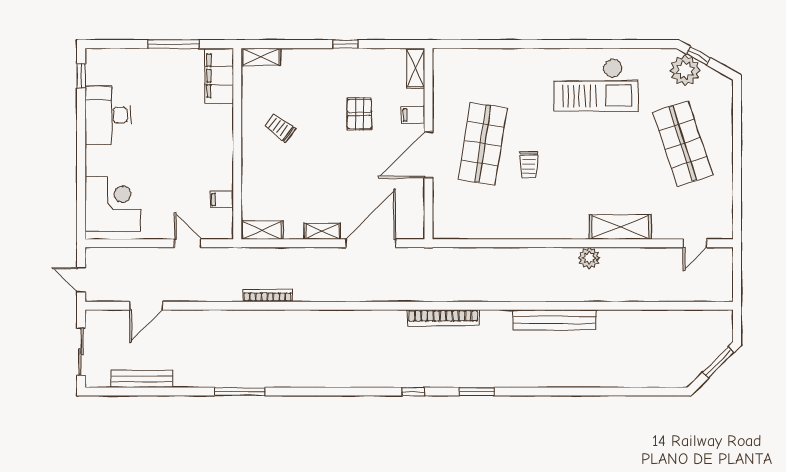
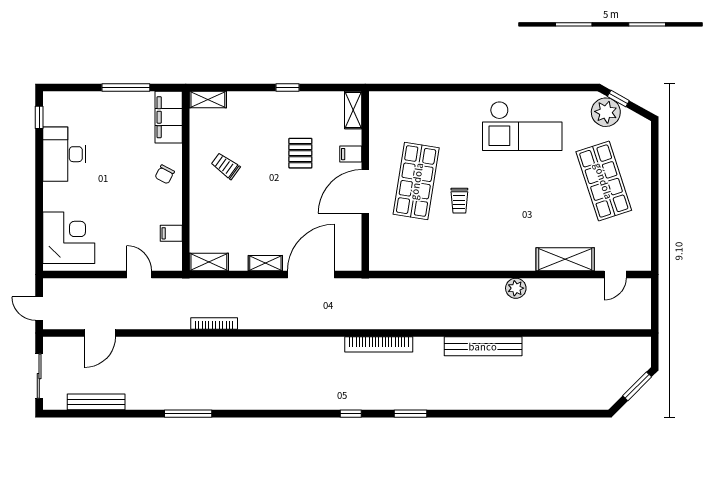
chair: (215, 137) -> (165, 174), added
shelving: (620, 227) -> (565, 259), moved

